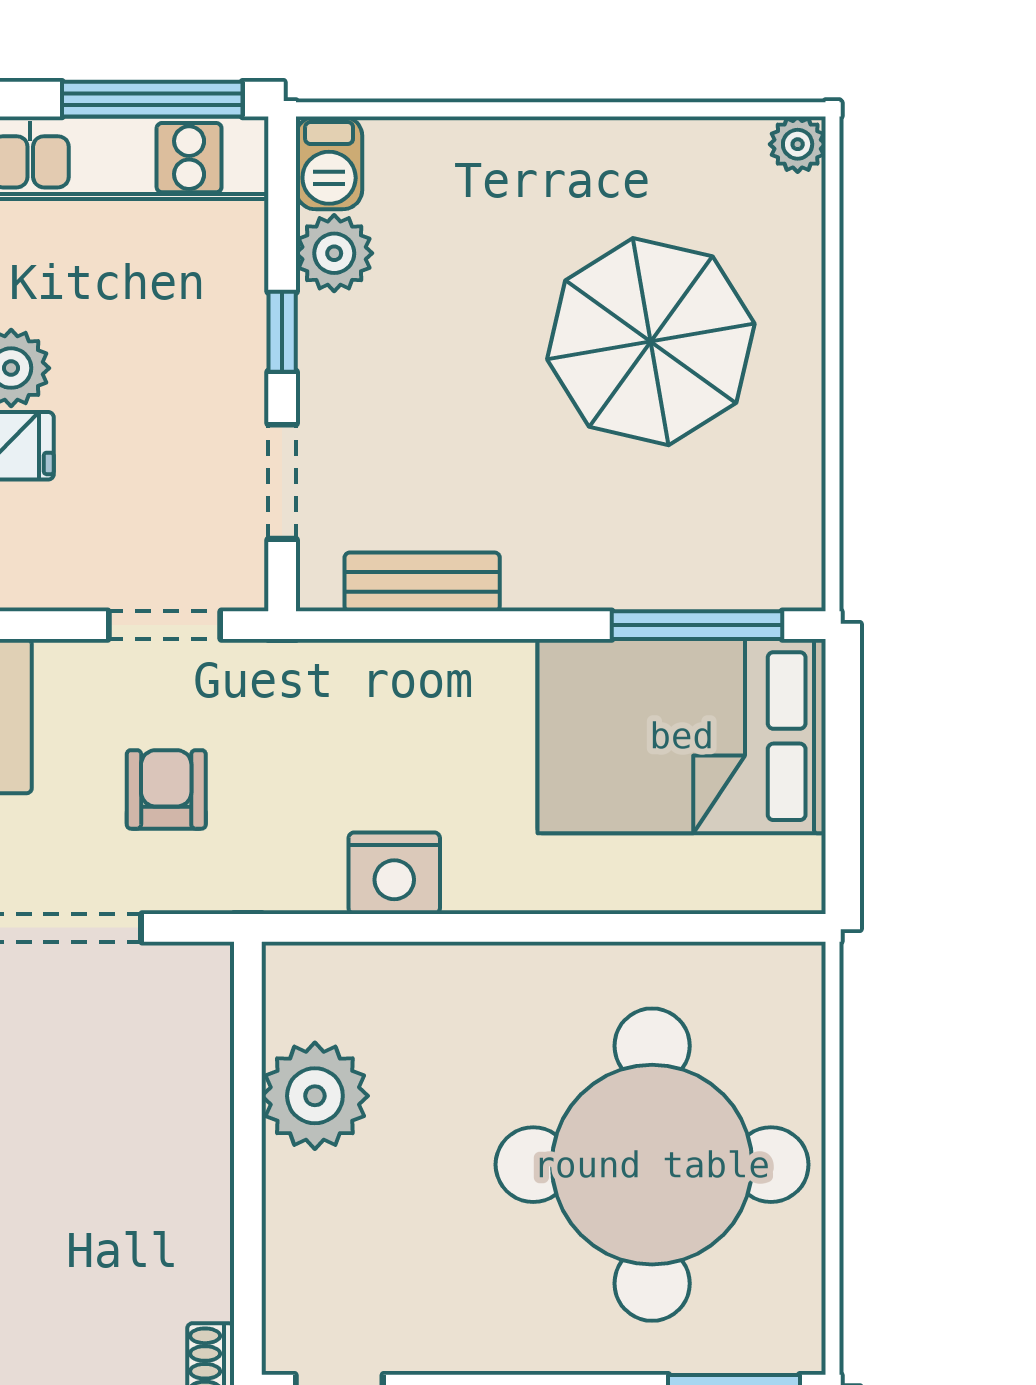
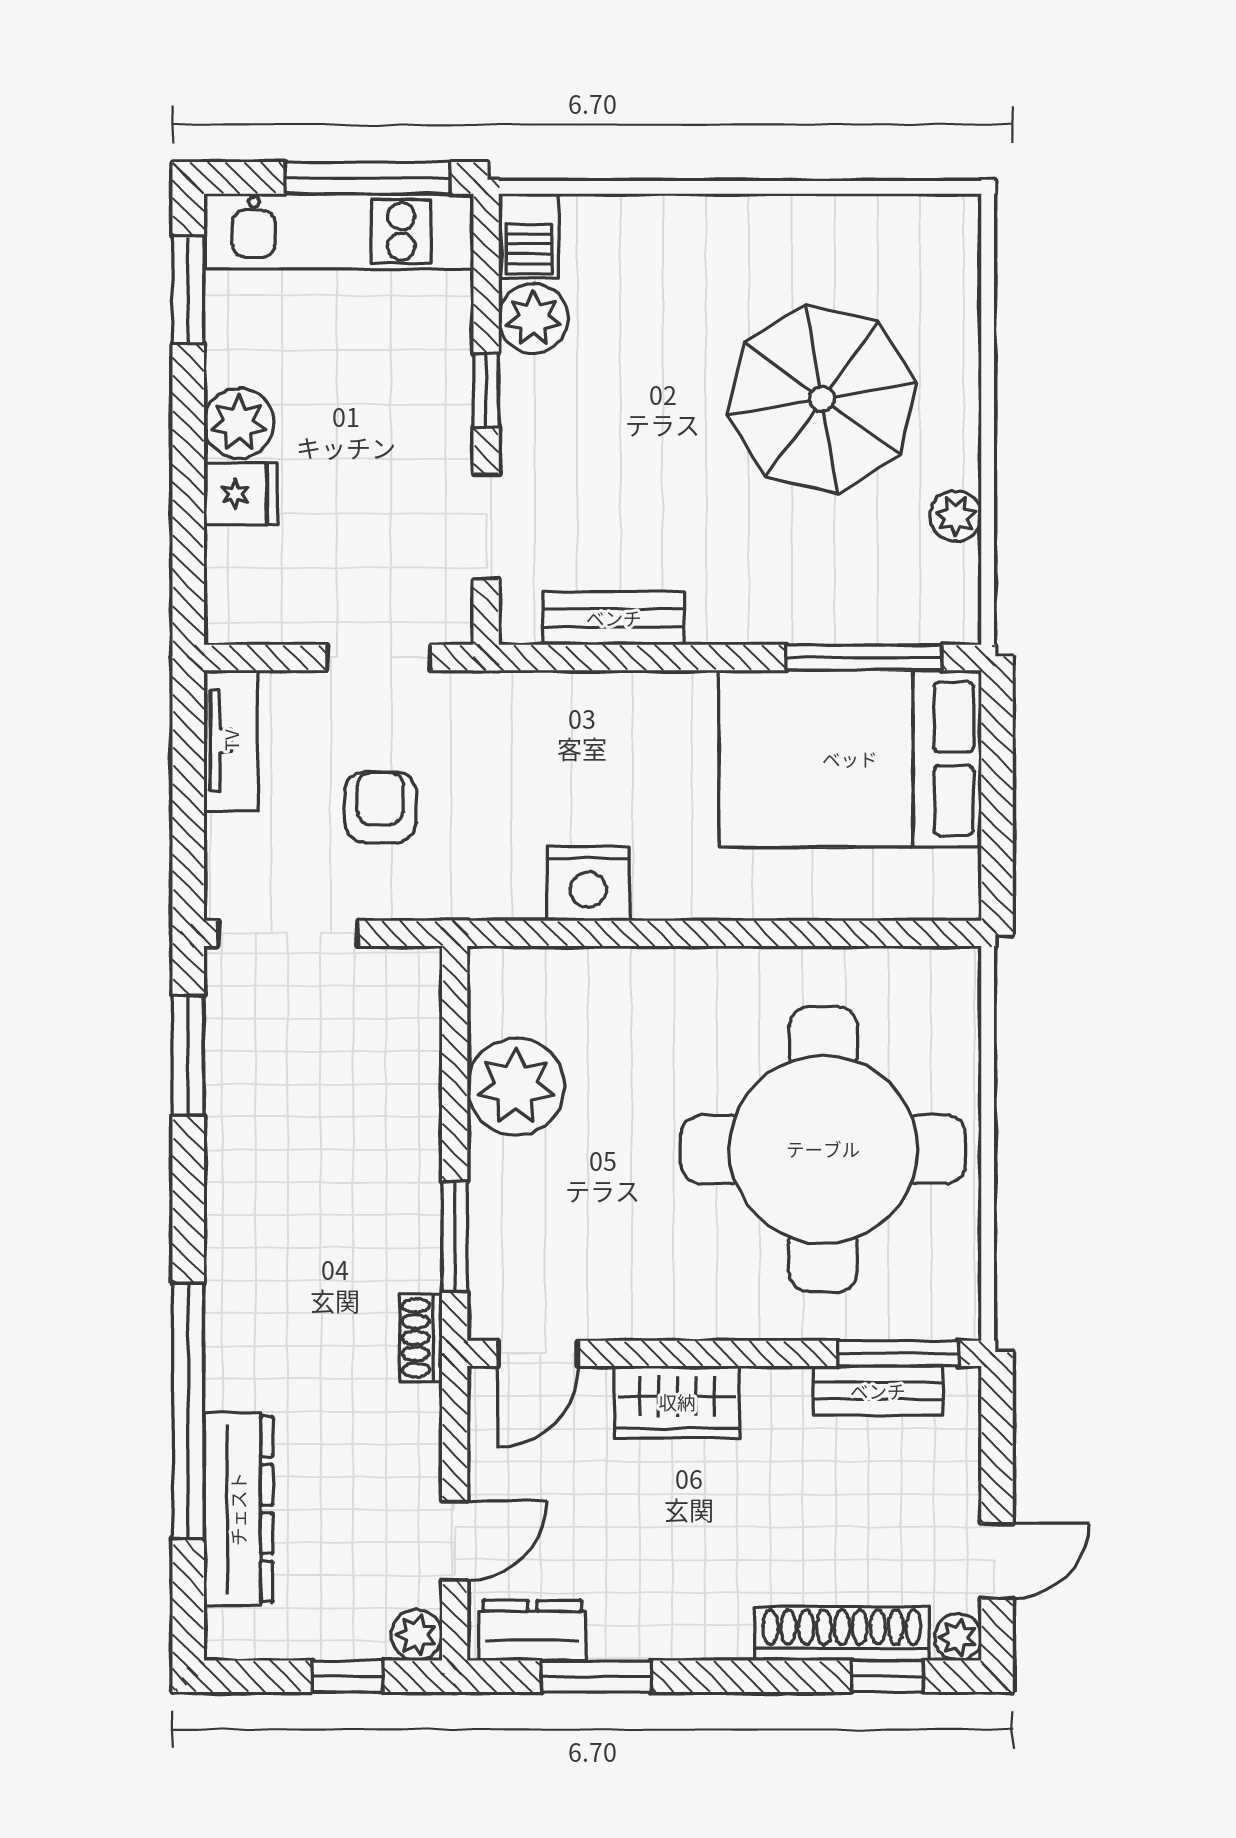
plant: (798, 144) -> (956, 516), moved
window: (248, 1260) -> (455, 1237), added

